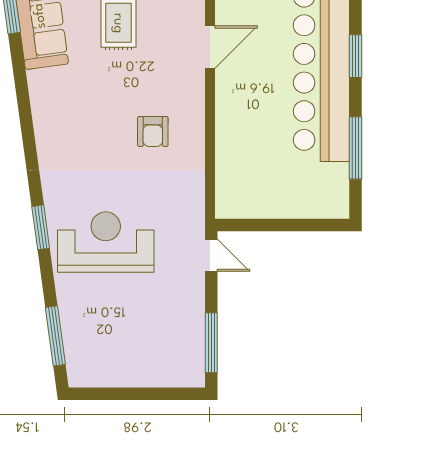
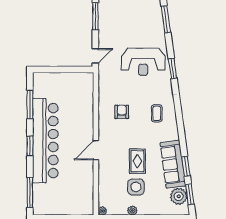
coffee table: (76, 128) -> (157, 113), added
door: (211, 255) -> (95, 56), swing flipped

